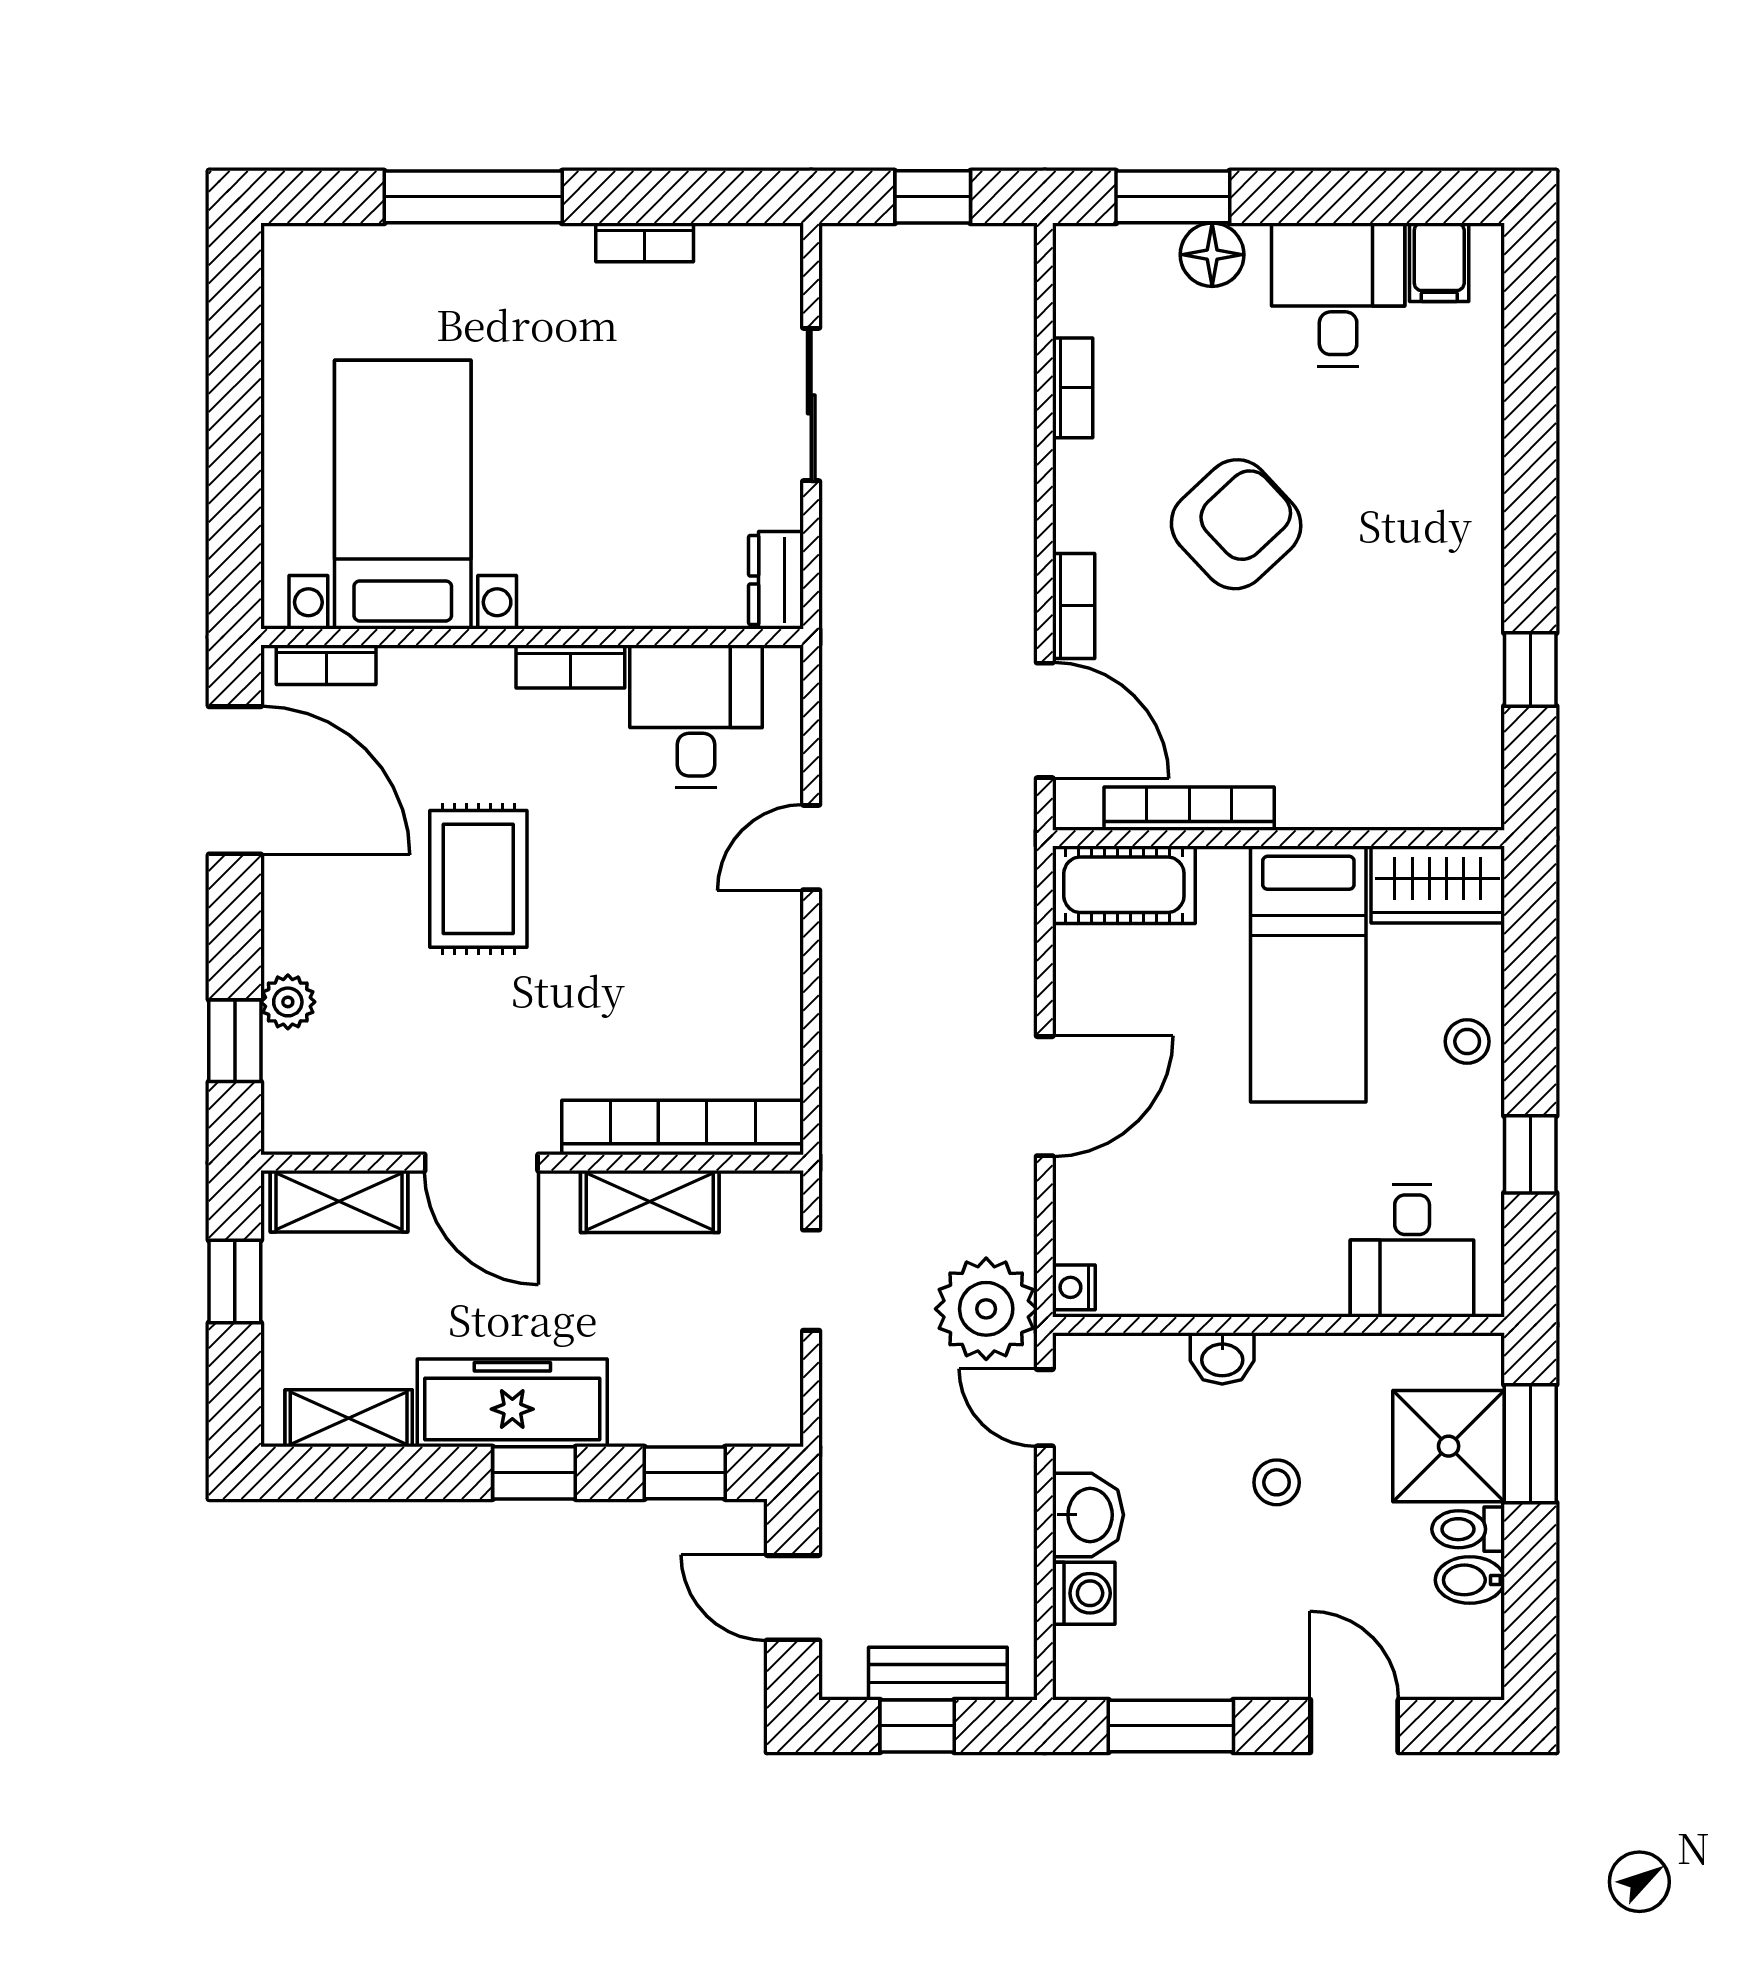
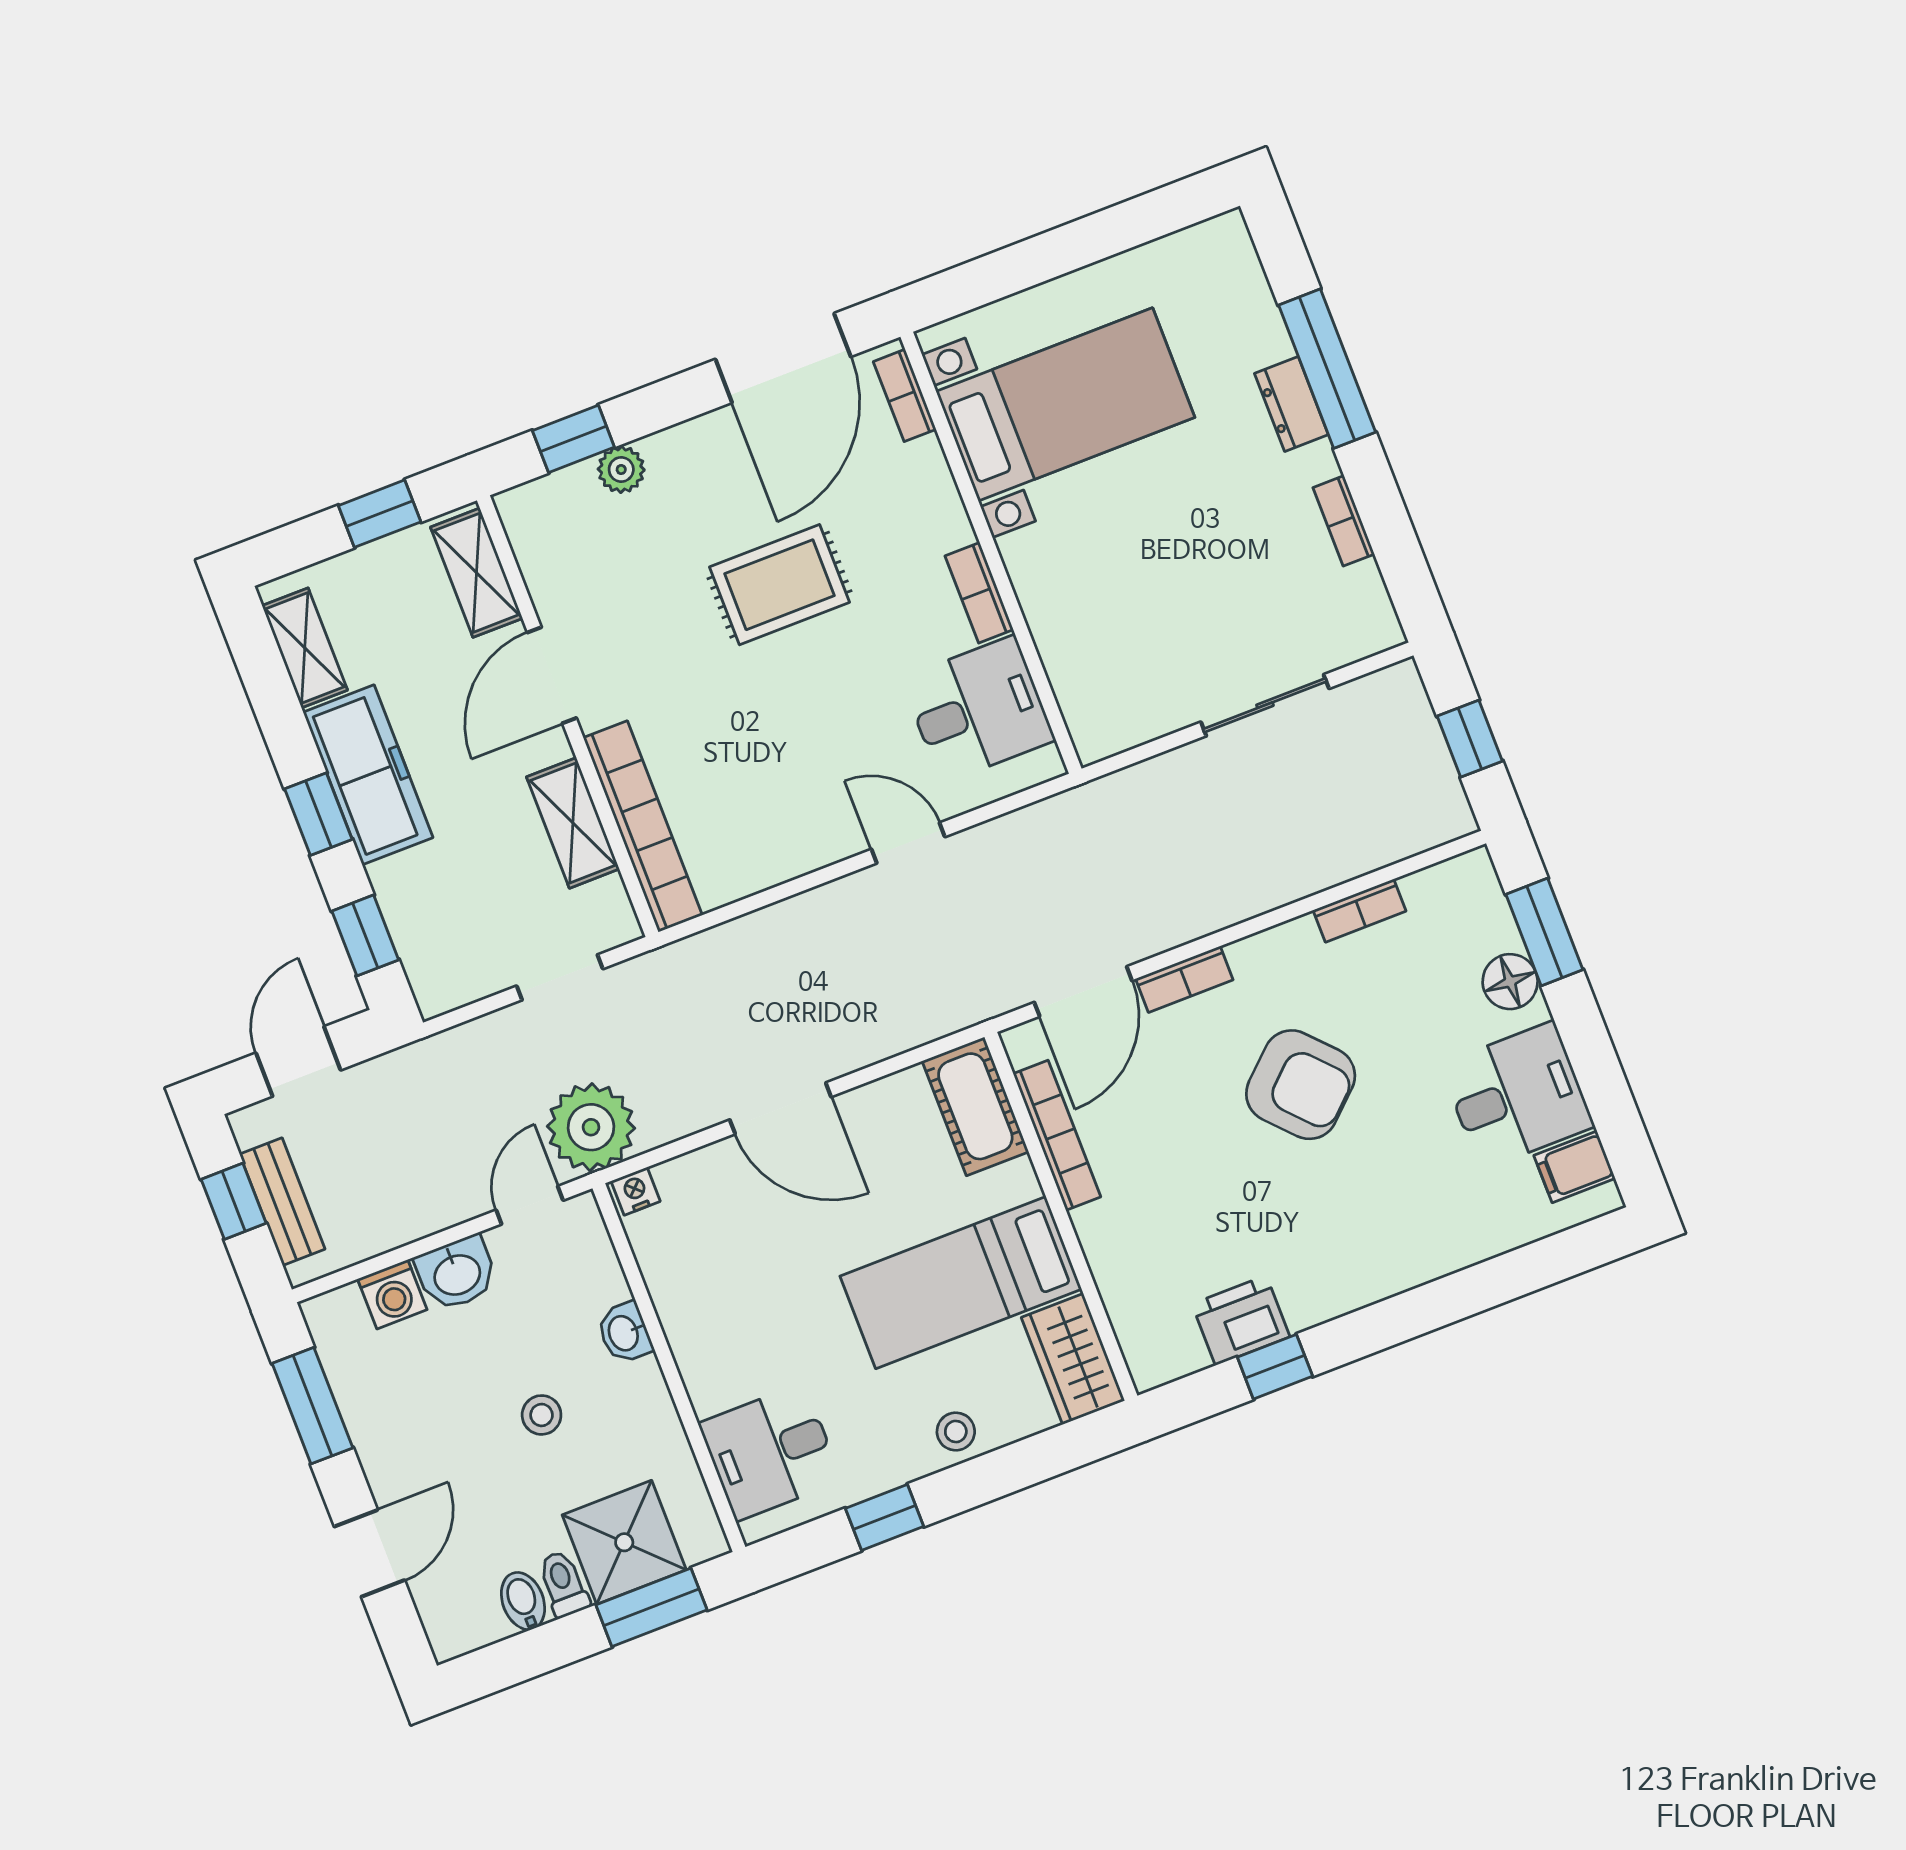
dresser: (776, 580) -> (1291, 404), moved, turned -90
printer: (1466, 687) -> (1241, 1320), added

